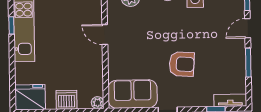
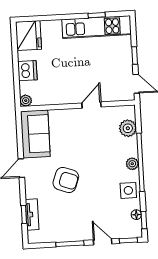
armchair: (182, 64) -> (66, 180), turned -74
tv unit: (230, 100) -> (32, 215), moved

